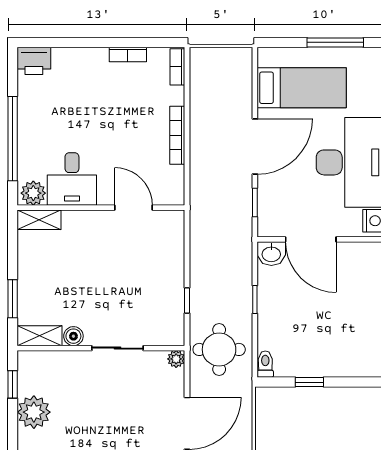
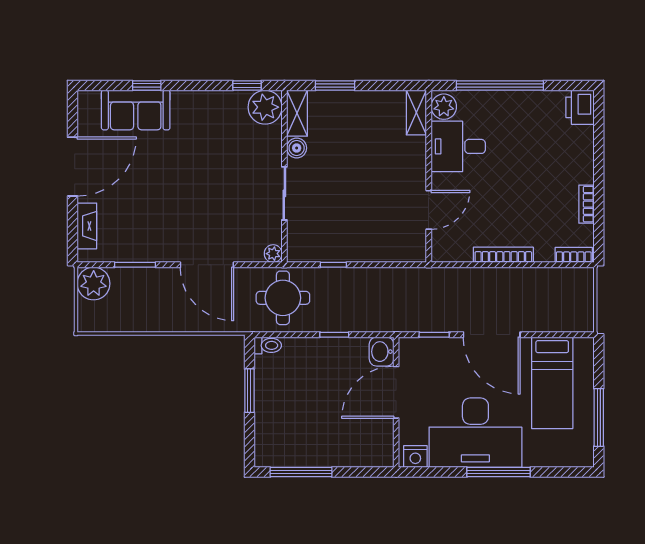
window: (309, 382) -> (249, 391), width x1.50
plant: (34, 412) -> (265, 107), moved

